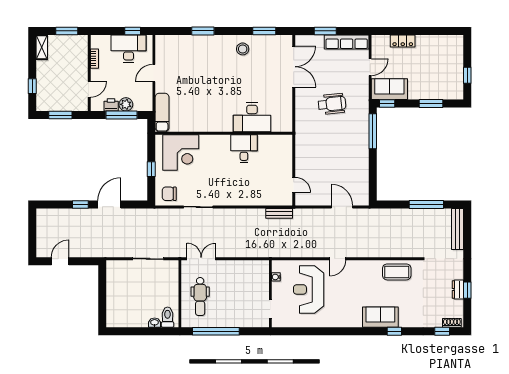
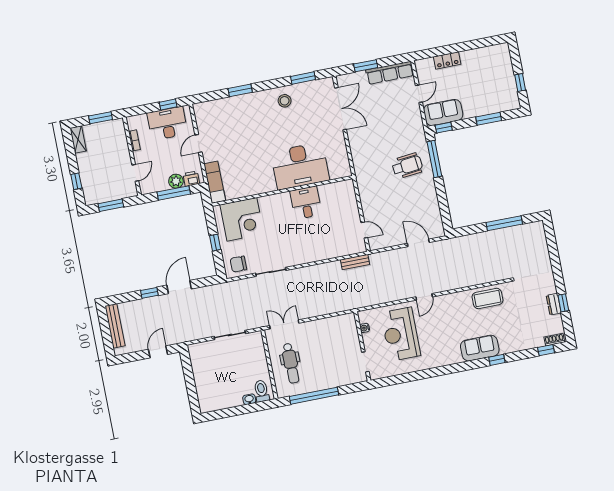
wheelchair: (332, 104) -> (407, 166), moved
printer: (111, 105) -> (191, 179), moved
desk: (252, 117) -> (300, 166), width x1.36, depth x1.30
bench: (457, 229) -> (115, 326), moved
door: (60, 261) -> (158, 352), moved

